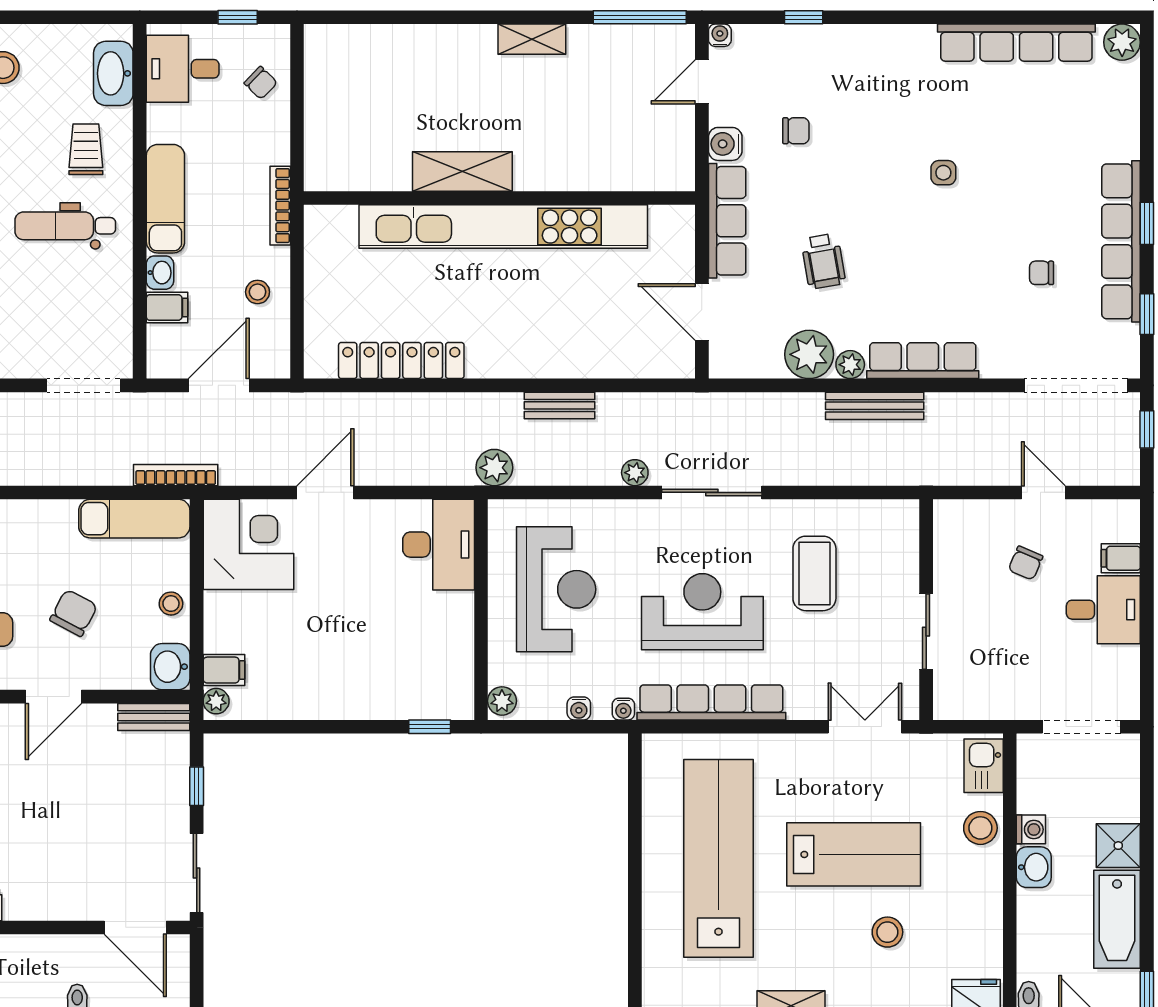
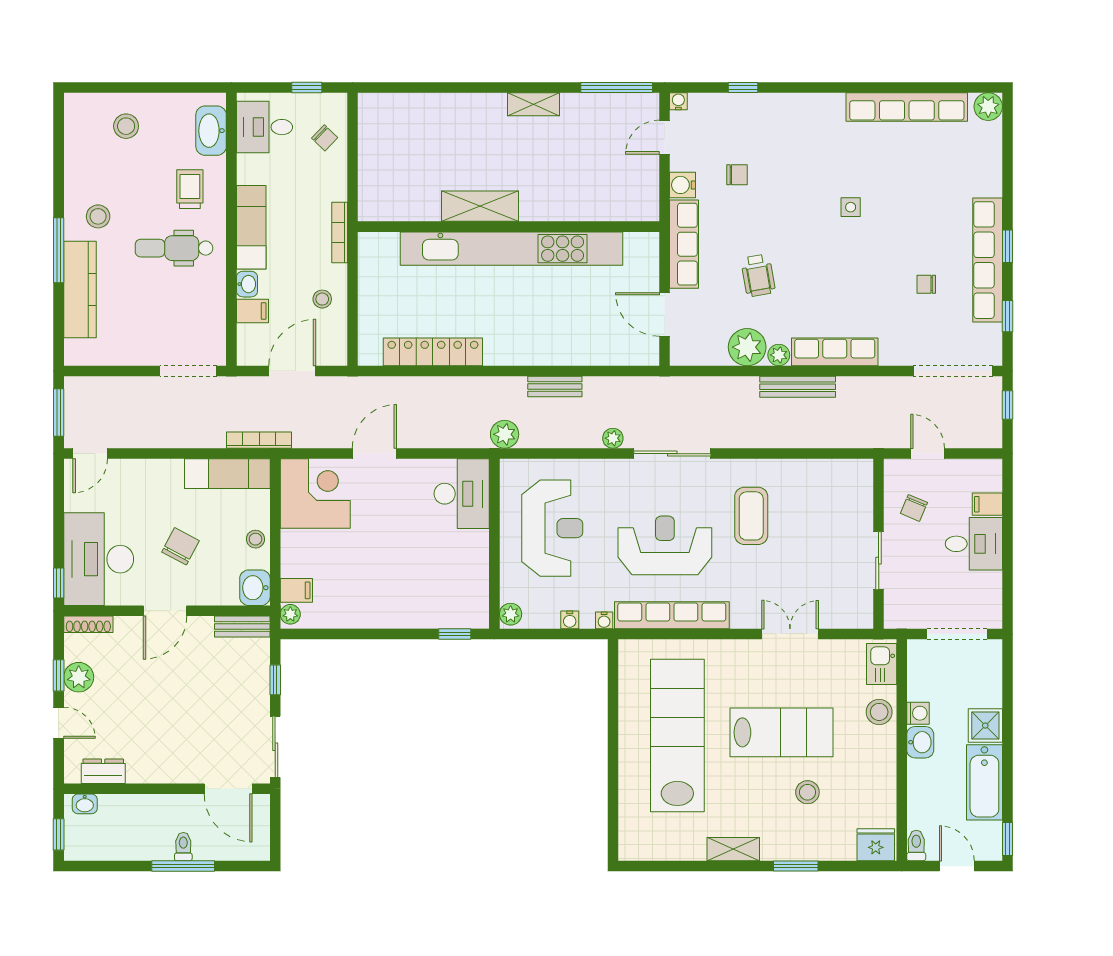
wall: (926, 610) -> (879, 544), moved
sliding door: (926, 632) -> (879, 561), moved

